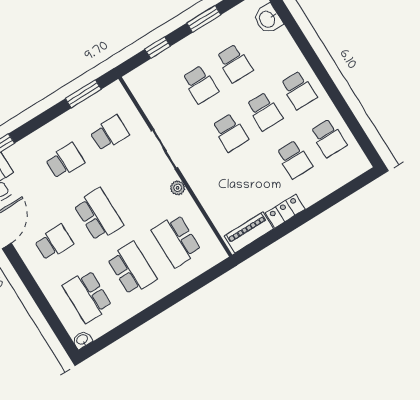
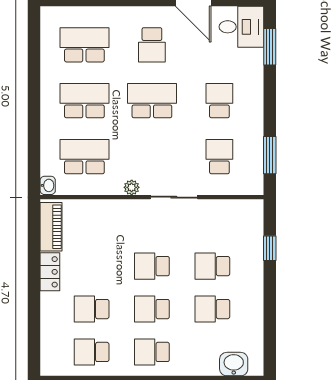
window: (204, 19) -> (270, 306), removed
school desk: (110, 133) -> (219, 157), turned 180
school desk: (65, 161) -> (219, 101), turned 180
school desk: (98, 215) -> (152, 101), turned 180
school desk: (132, 268) -> (84, 101), turned 180
washbasin: (82, 340) -> (48, 185), moved

